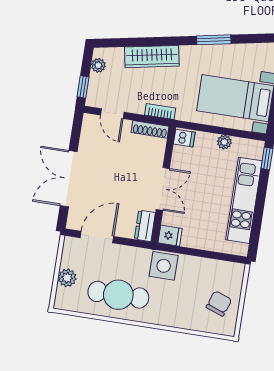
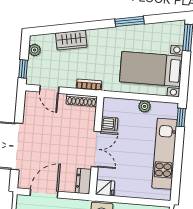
wardrobe: (152, 57) -> (71, 40), width x0.67
dishwasher: (184, 138) -> (109, 124), moved

